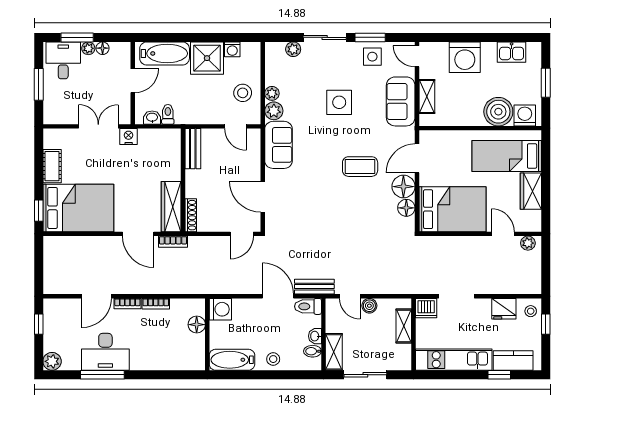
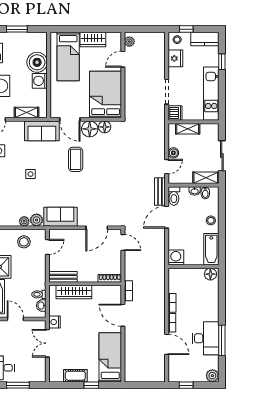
sofa: (401, 101) -> (42, 131), moved
side table: (339, 102) -> (31, 174), width x0.54, depth x0.54
washing machine: (525, 115) -> (40, 81), moved
wardrobe: (171, 207) -> (74, 292), moved
bed: (78, 208) -> (110, 357), width x0.67
window: (39, 211) -> (91, 385), moved
door: (138, 234) -> (123, 315), swing flipped
floor lamp: (197, 325) -> (210, 274), moved
kitchen counter: (513, 360) -> (205, 39), moved, turned -90

